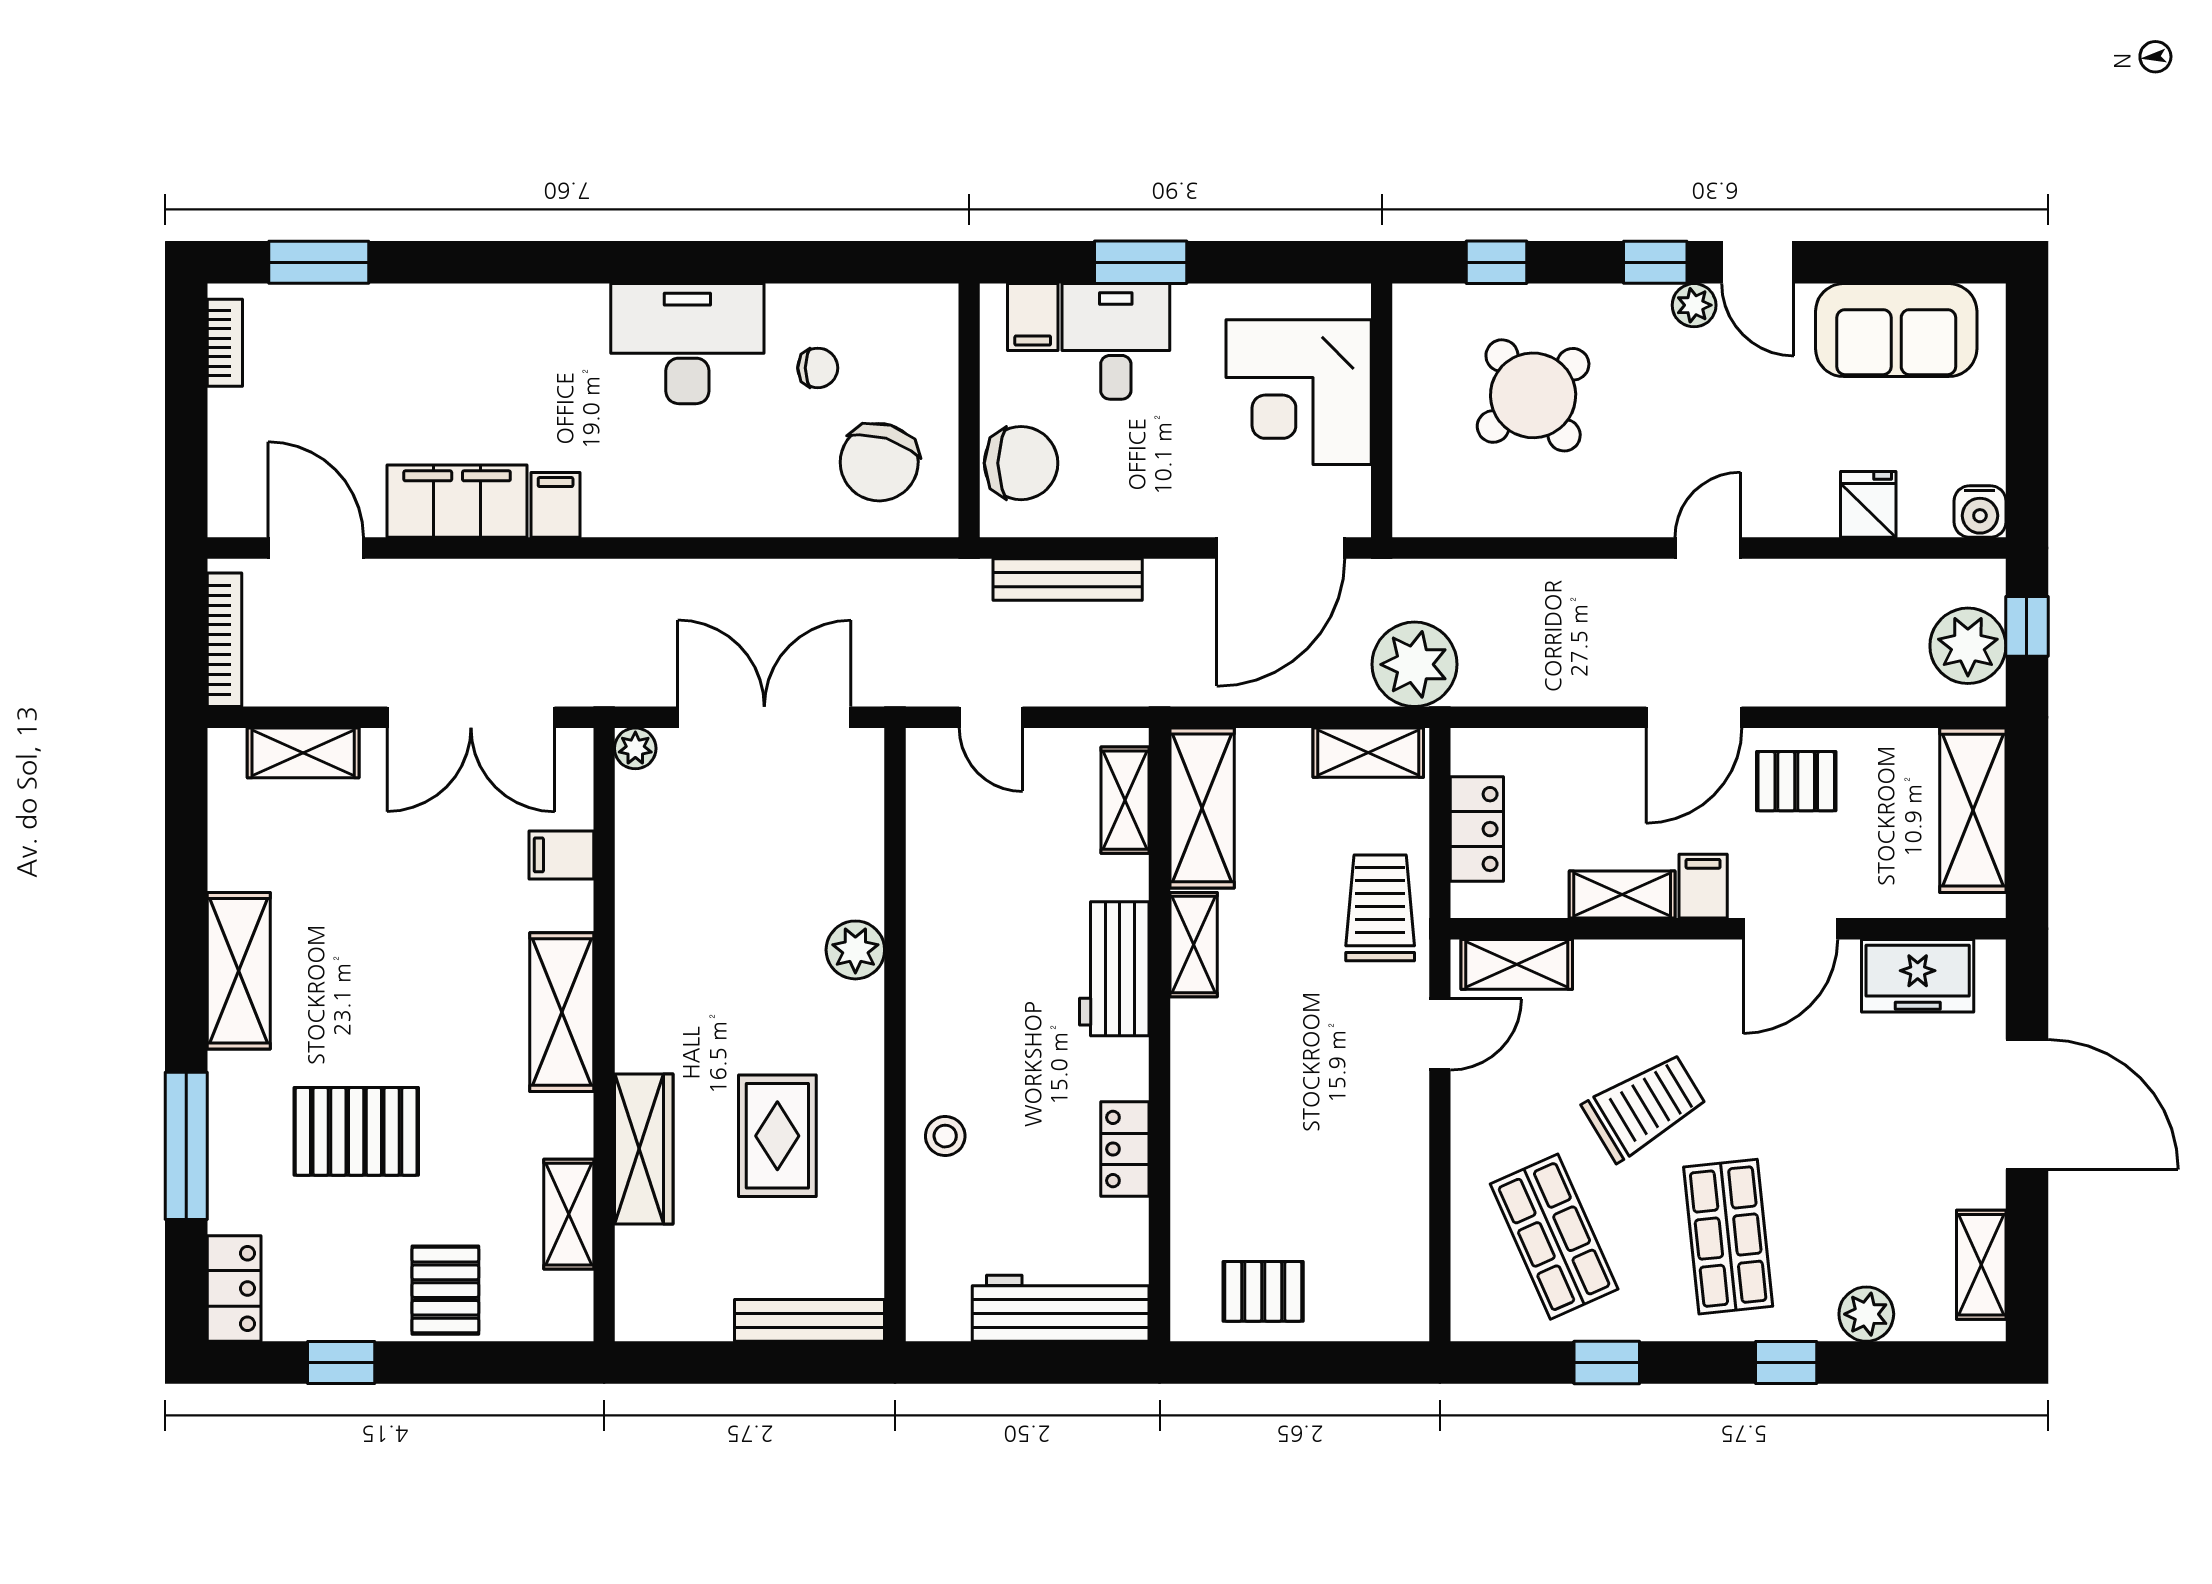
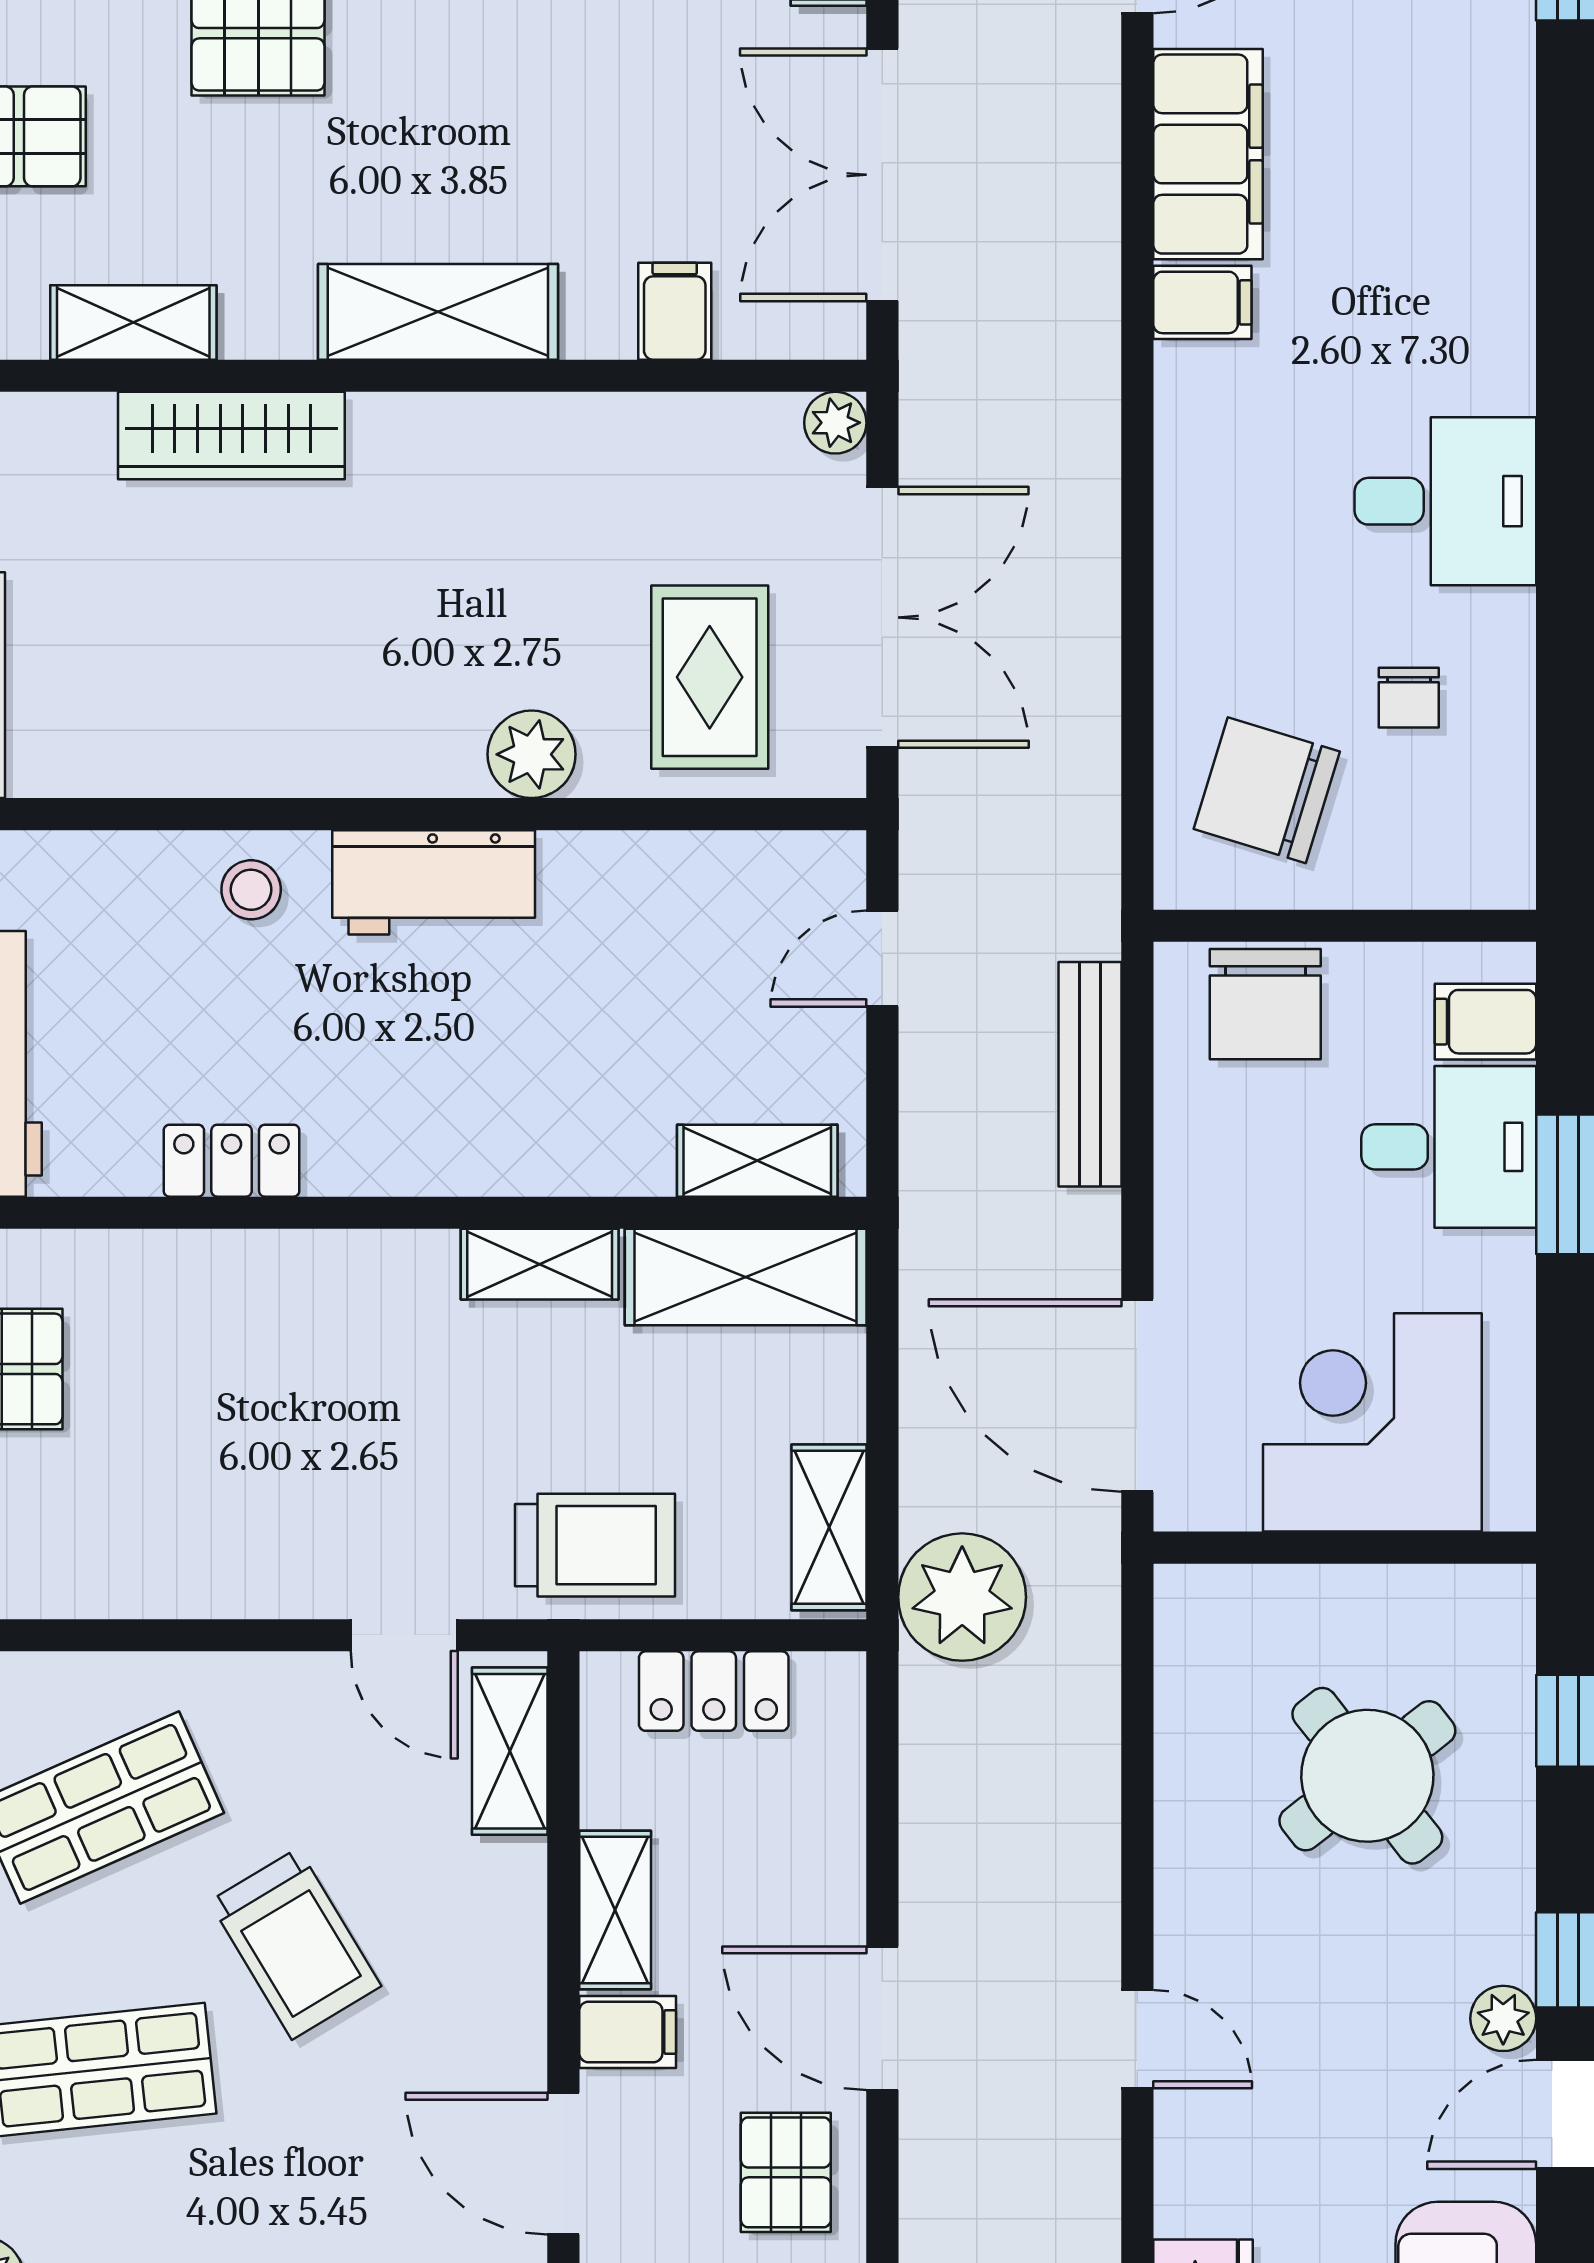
desk: (687, 344) -> (1445, 501), width x0.73
workbench: (1114, 969) -> (434, 882), moved, turned 180
rug: (777, 1136) -> (710, 677), moved, turned 90

